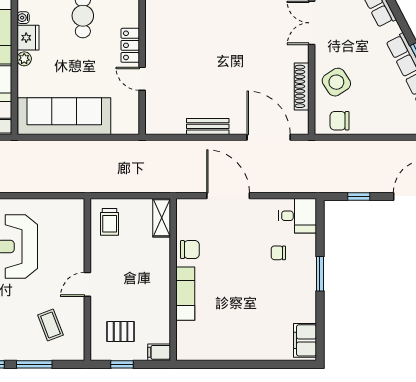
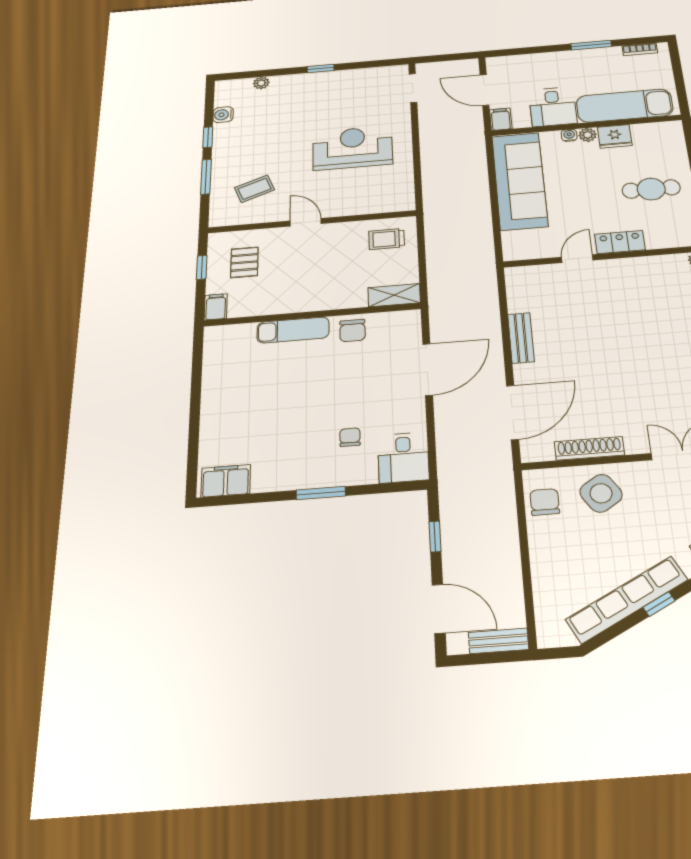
water cooler: (23, 18) -> (569, 135), moved

